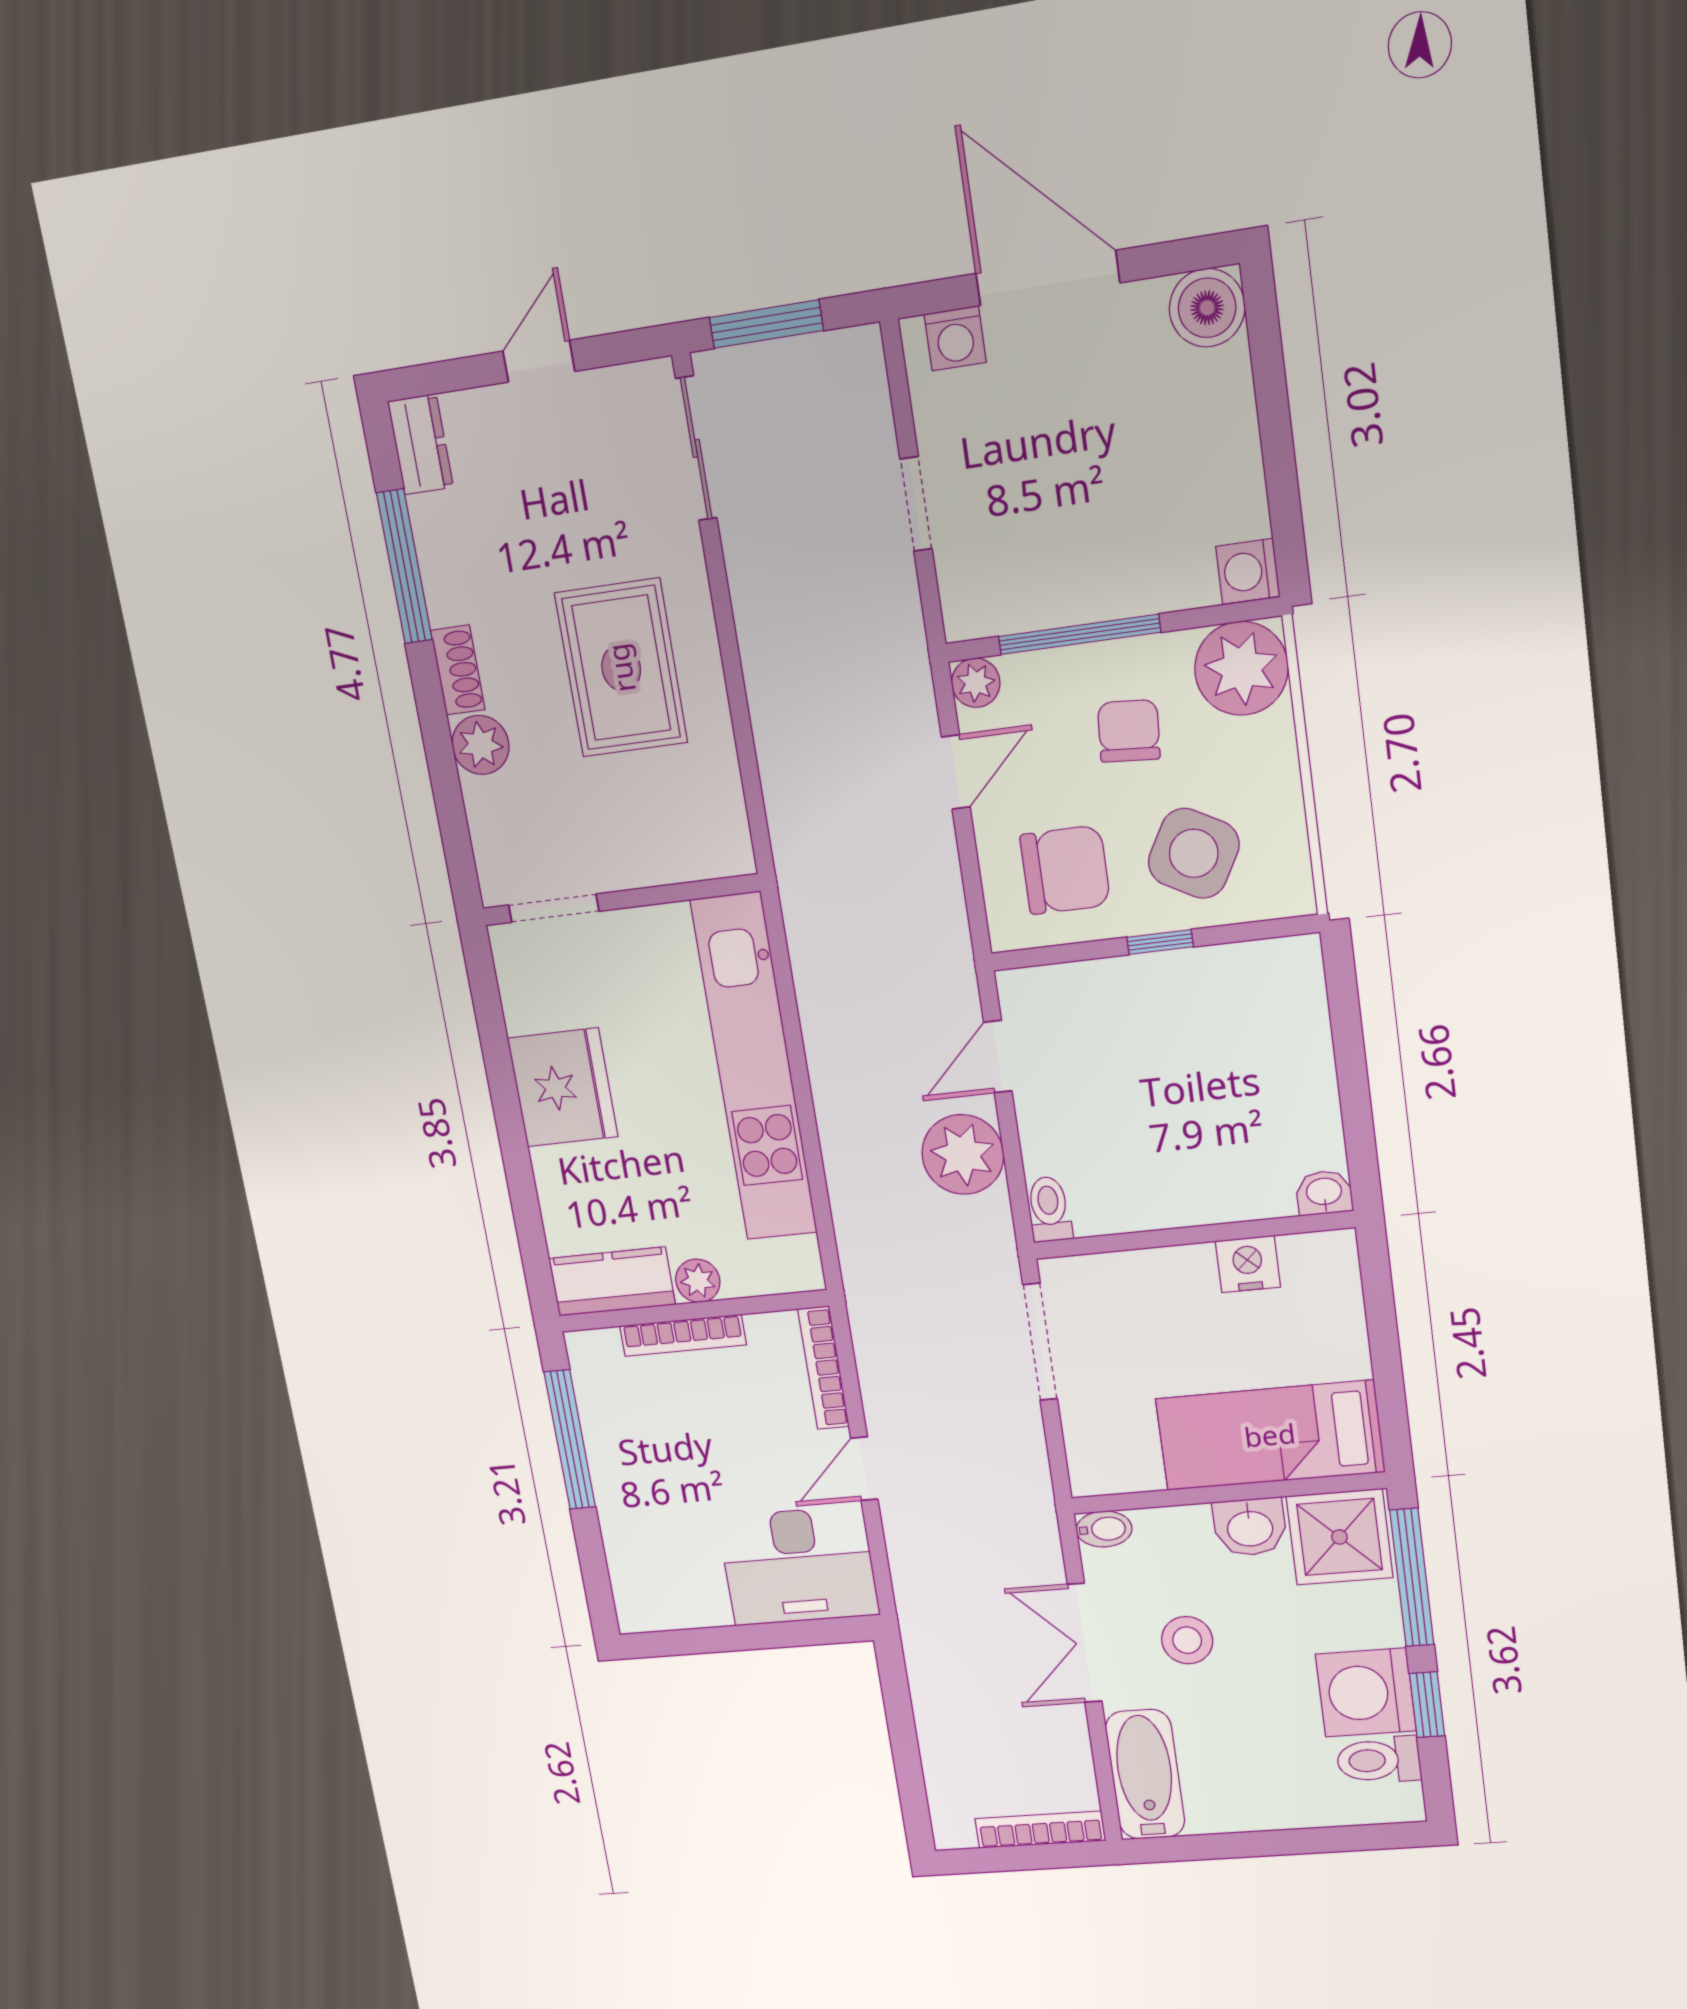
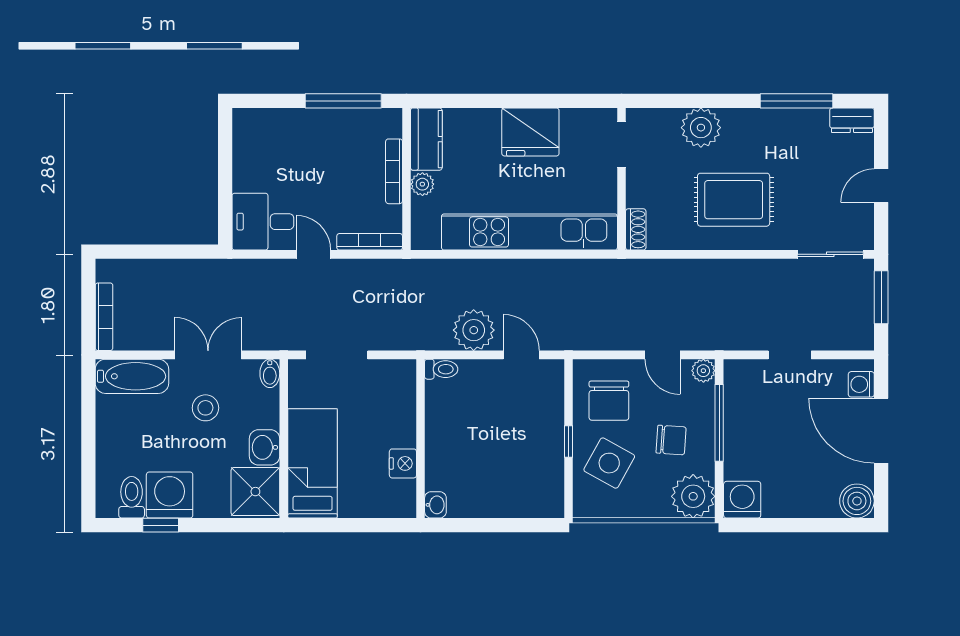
door: (1048, 278) -> (881, 431), swing flipped
door: (539, 361) -> (881, 186), swing flipped
washing machine: (1248, 571) -> (742, 500), width x1.38, depth x1.38
shoe rack: (458, 670) -> (636, 229), moved, turned -90
plant: (480, 745) -> (701, 128), width x1.36, depth x1.36
doorway: (1040, 1342) -> (337, 355), moved
desk: (798, 1566) -> (263, 222), width x0.73
window: (1412, 1577) -> (231, 525), removed

